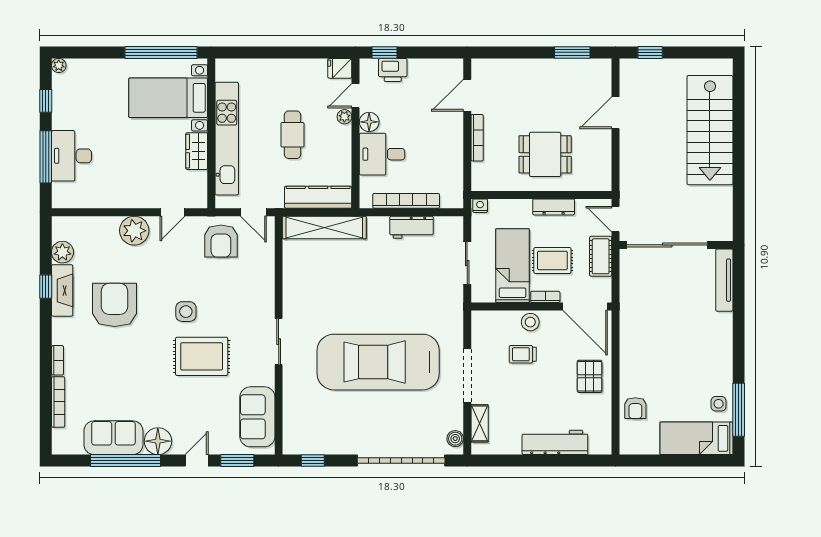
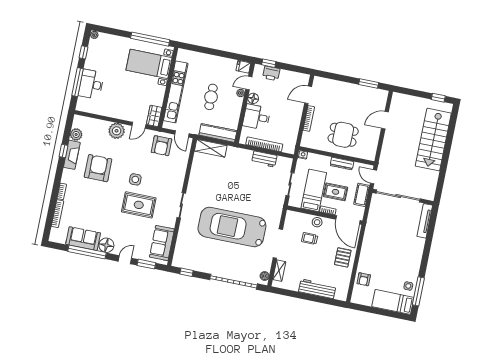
window: (650, 52) -> (438, 98), moved
wardrobe: (197, 151) -> (154, 116), moved
shelving: (324, 227) -> (211, 148), width x0.68

